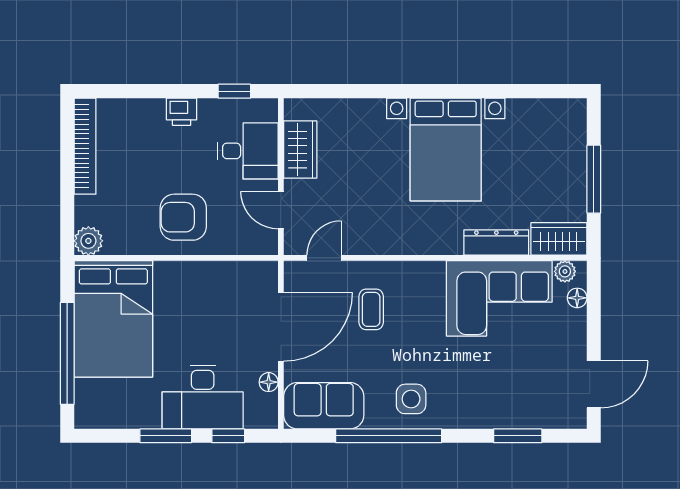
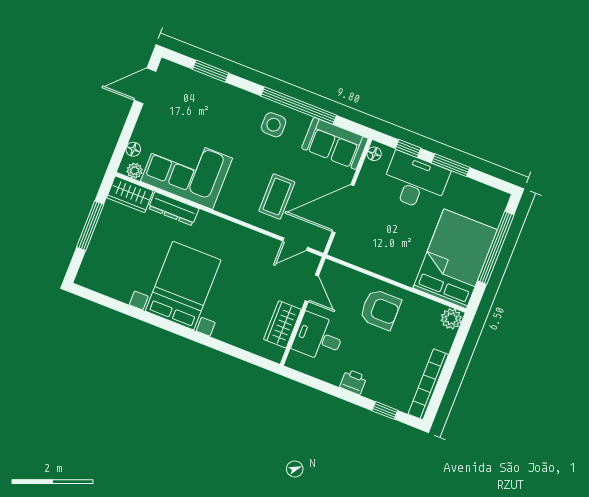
window: (234, 91) -> (385, 410), moved
coffee table: (371, 309) -> (277, 196), width x1.36, depth x1.30
floor lamp: (269, 382) -> (374, 154), moved

